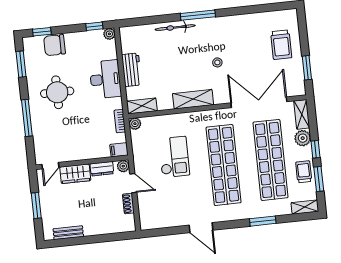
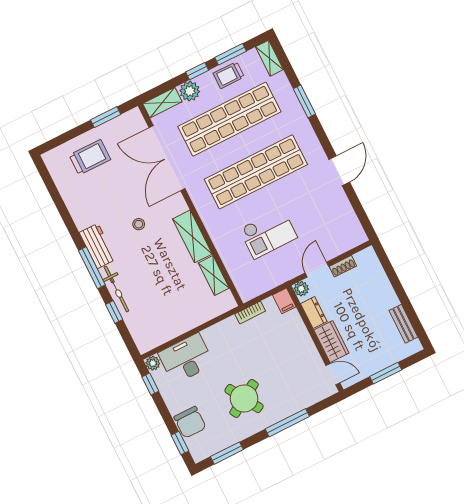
window: (158, 19) -> (114, 312), added
workbench: (132, 70) -> (98, 246), moved, turned 90
desk: (105, 79) -> (186, 359), moved
round table: (57, 92) -> (244, 398), turned -31
shelving: (142, 106) -> (214, 275), moved
plant: (135, 124) -> (246, 294), removed
checkout: (174, 157) -> (268, 233), turned 180

